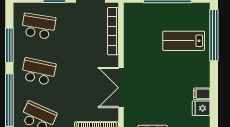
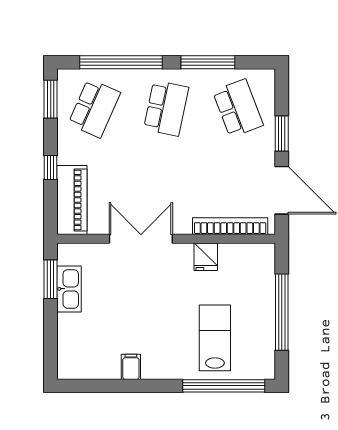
school desk: (38, 26) -> (238, 108), turned -30
fridge: (201, 108) -> (206, 257), moved, turned 180

